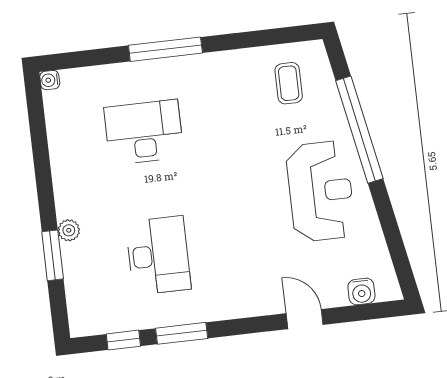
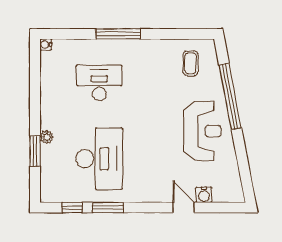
desk: (158, 256) -> (99, 159), width x1.36, depth x1.30
water cooler: (361, 292) -> (204, 195), moved

